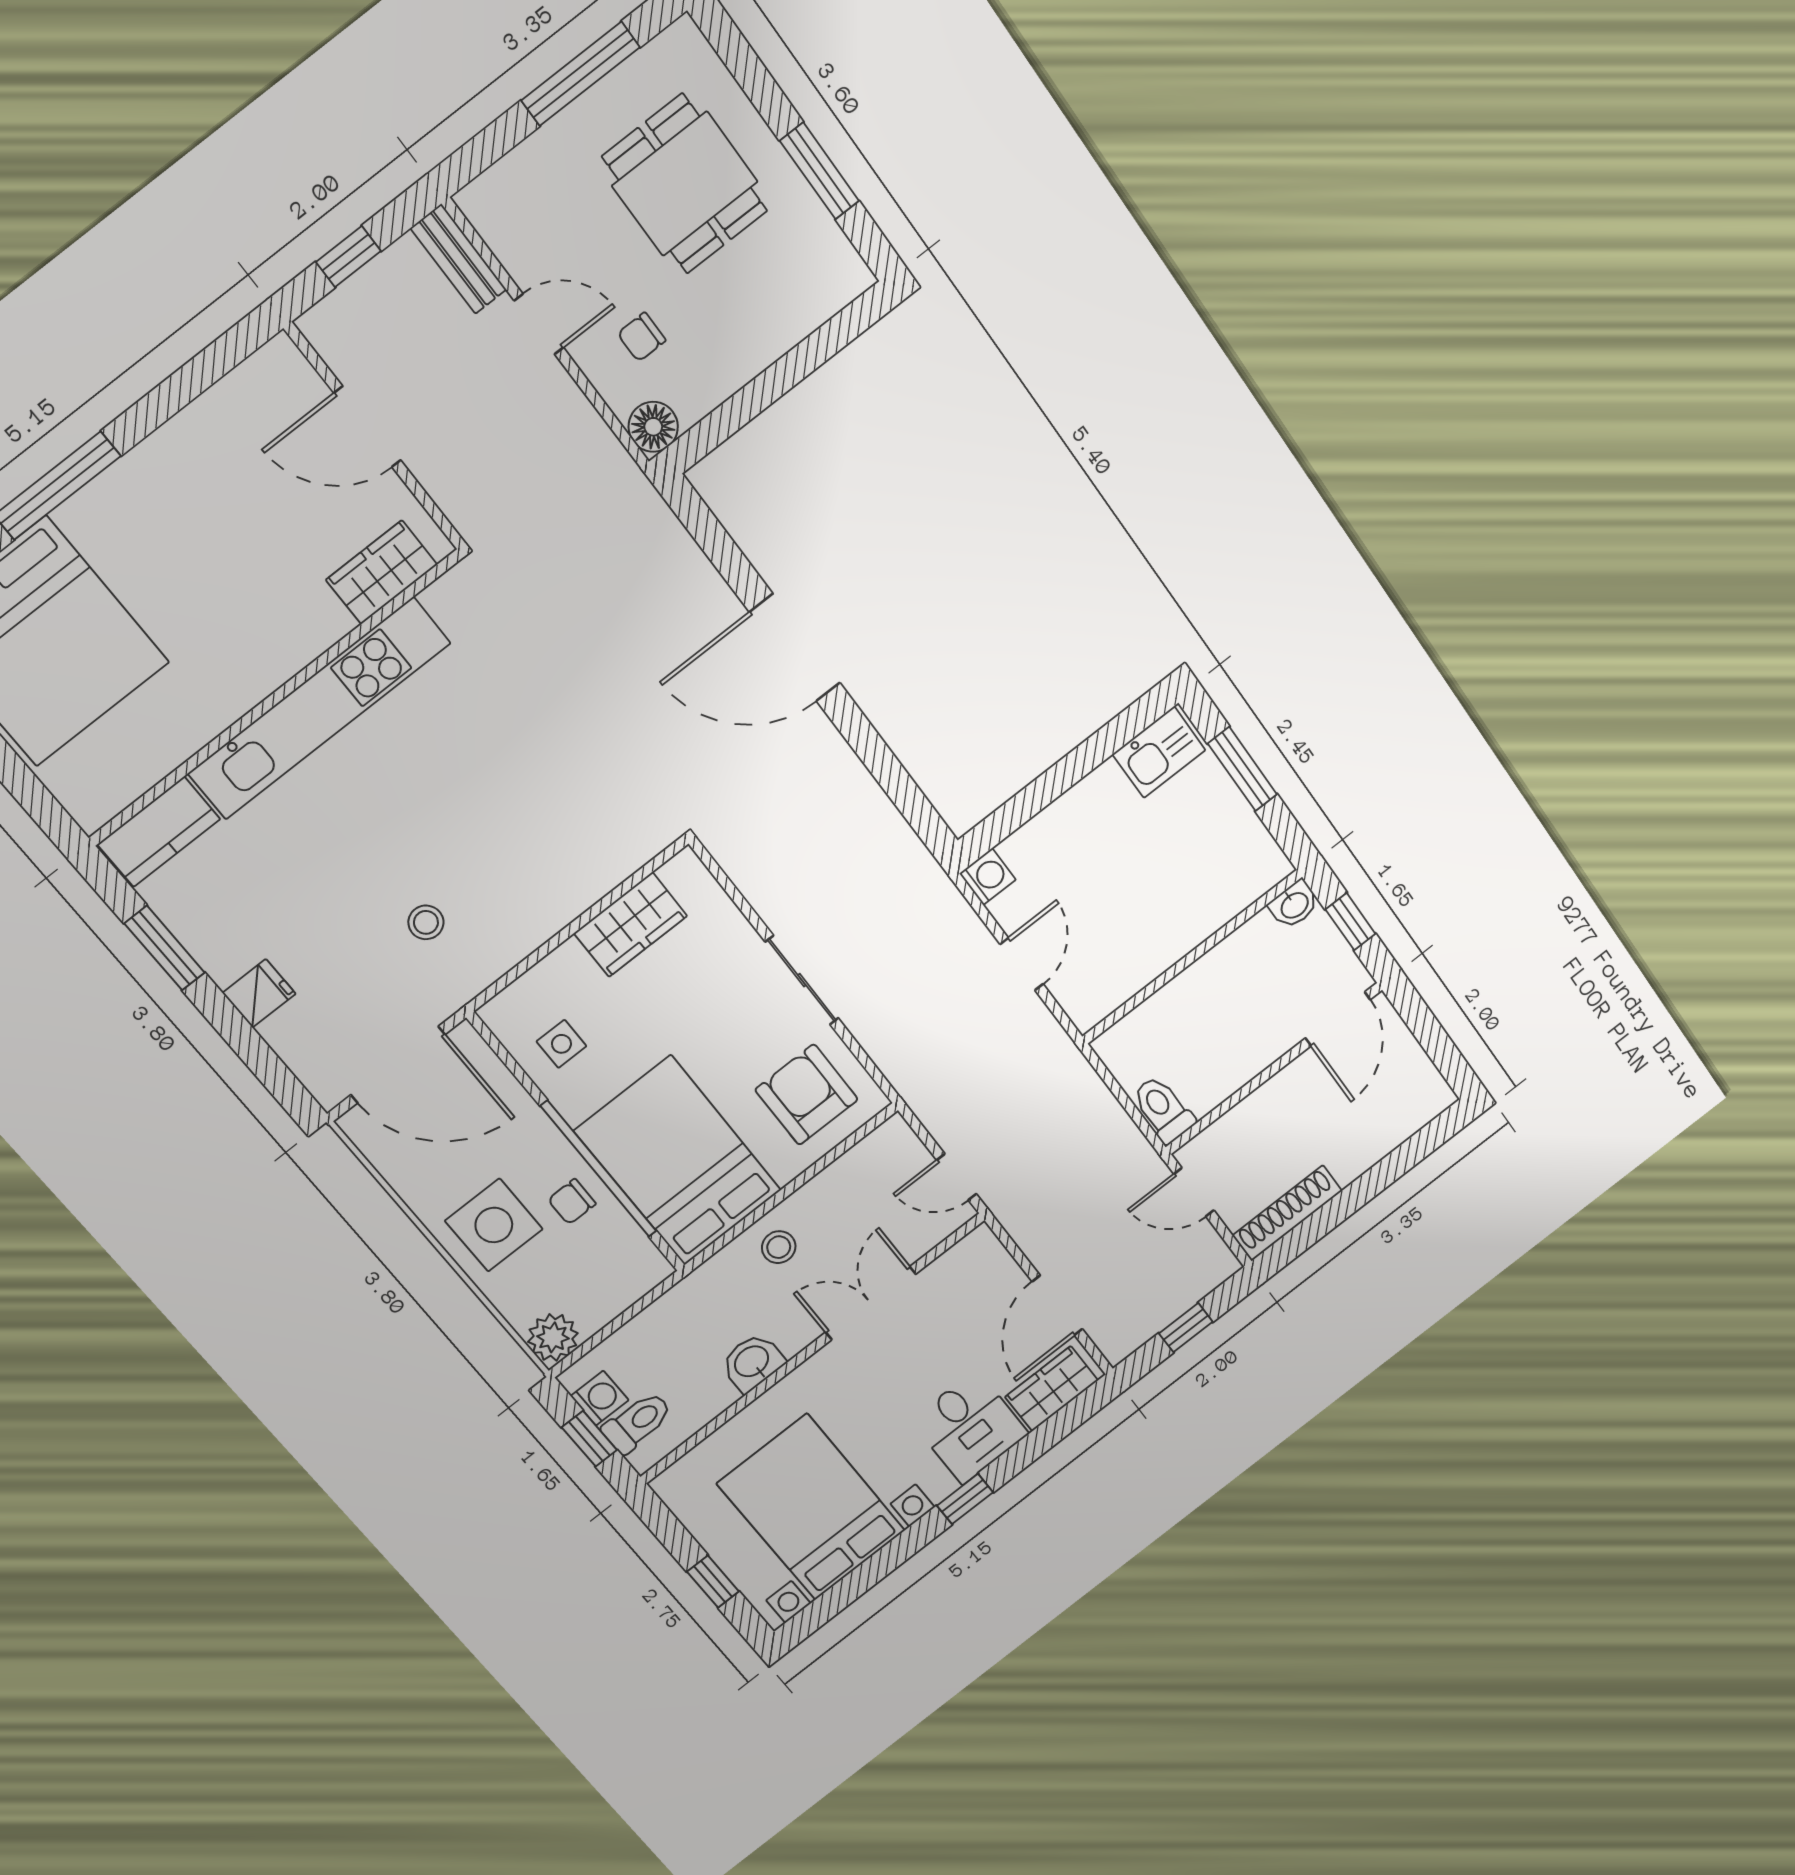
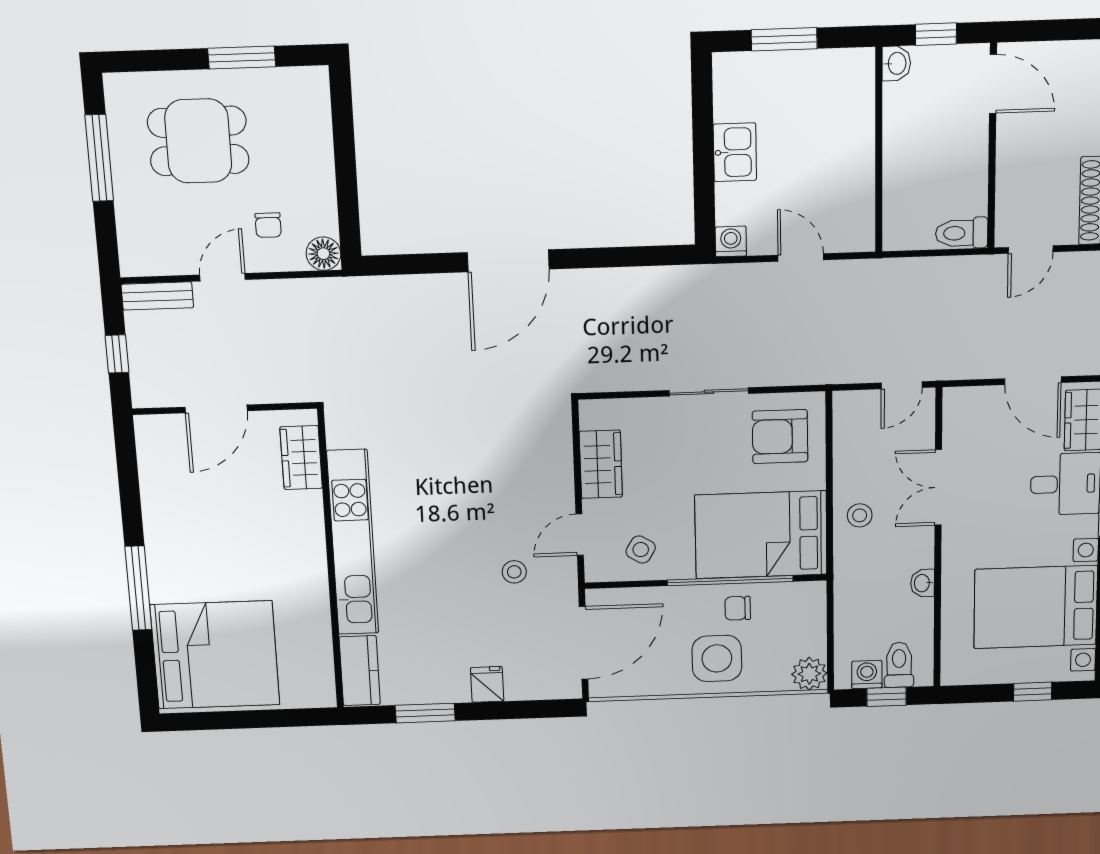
kitchen sink: (1159, 752) -> (735, 152), moved
door: (528, 963) -> (580, 535), added
side table: (561, 1044) -> (641, 550), turned 31
chair: (572, 1202) -> (738, 608), turned 90
washbasin: (752, 1362) -> (923, 583), width x0.72, depth x0.69

